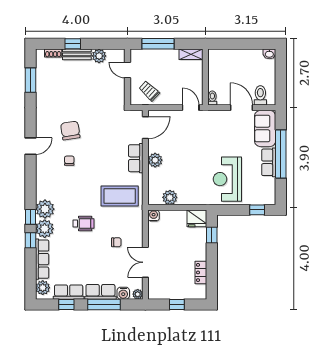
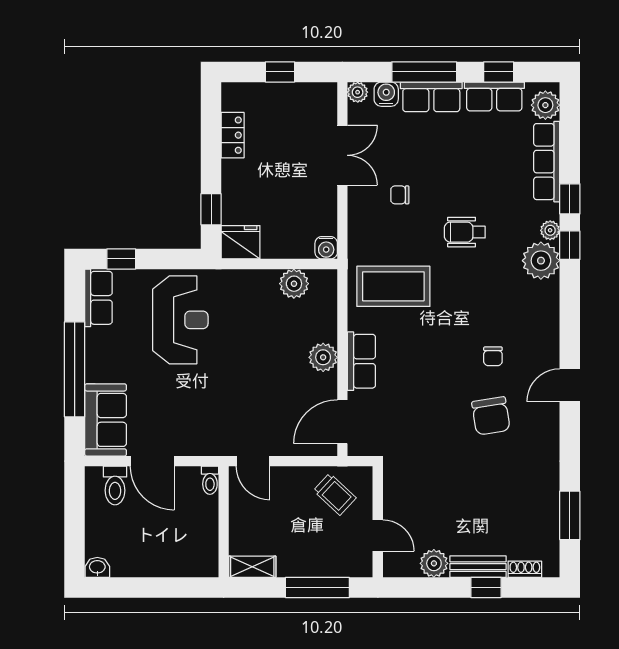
row of seats: (269, 162) -> (98, 298), moved
plant: (45, 229) -> (550, 230), width x0.53, depth x0.53

